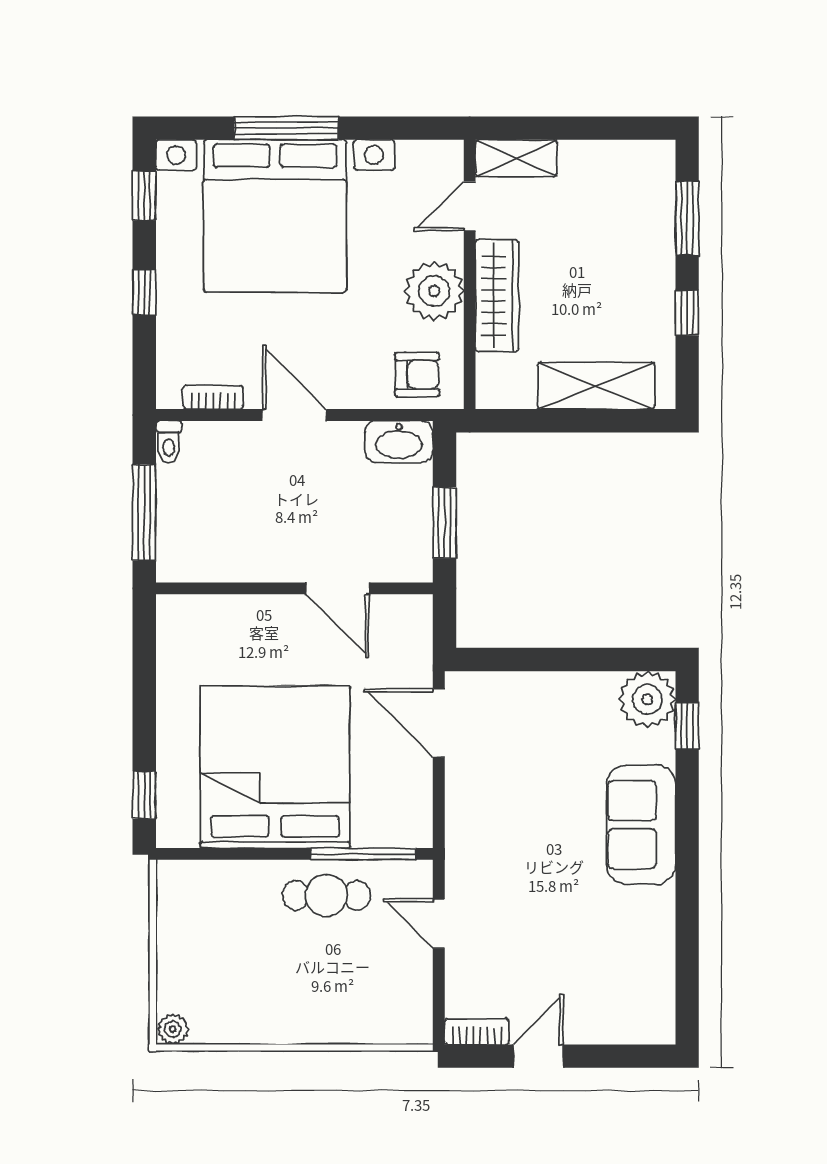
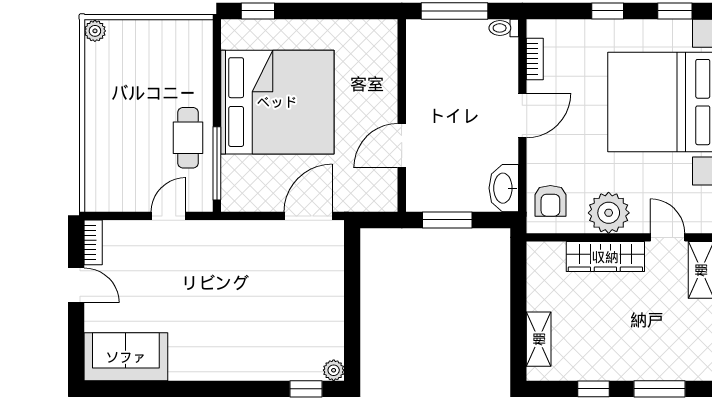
shelving: (596, 386) -> (539, 339), width x0.67, depth x0.75
plant: (647, 699) -> (334, 370), width x0.53, depth x0.53
sofa: (641, 825) -> (126, 357), moved

